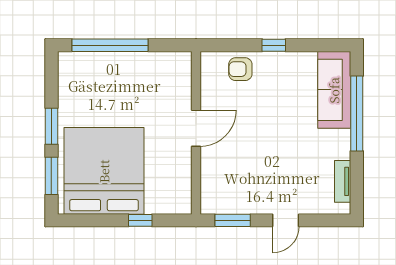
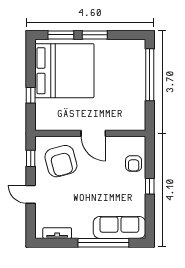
armchair: (240, 69) -> (134, 163), turned 180
armchair: (237, 176) -> (61, 161), added
window: (233, 220) -> (31, 158), width x0.67

